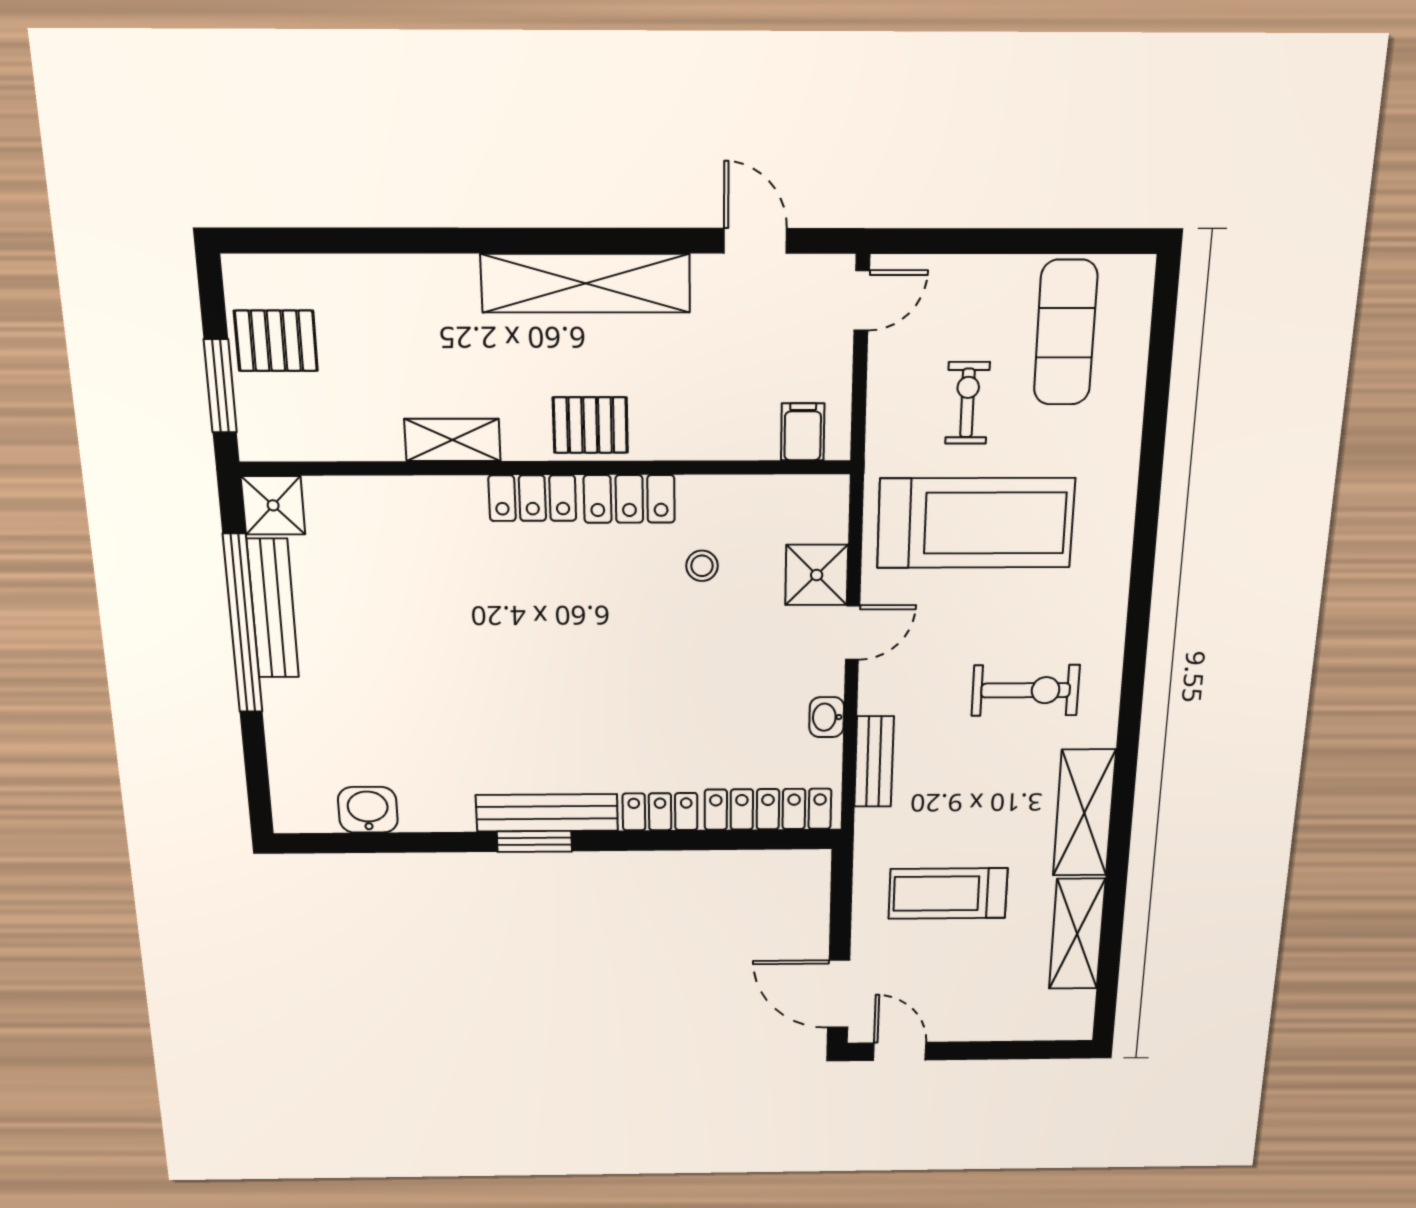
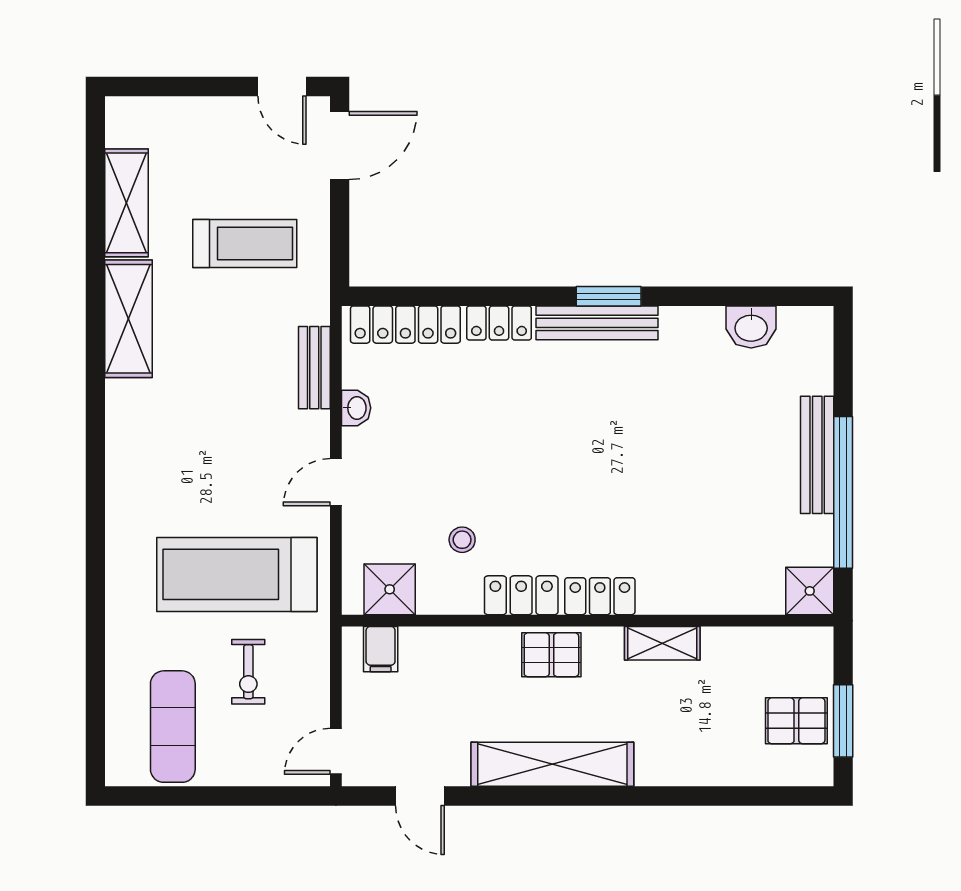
window: (220, 386) -> (843, 721), moved
shower: (817, 575) -> (390, 589), moved
bench: (273, 609) -> (817, 455), moved
exercise bike: (1026, 690) -> (187, 431), removed
door: (839, 994) -> (340, 146), hinge flipped

